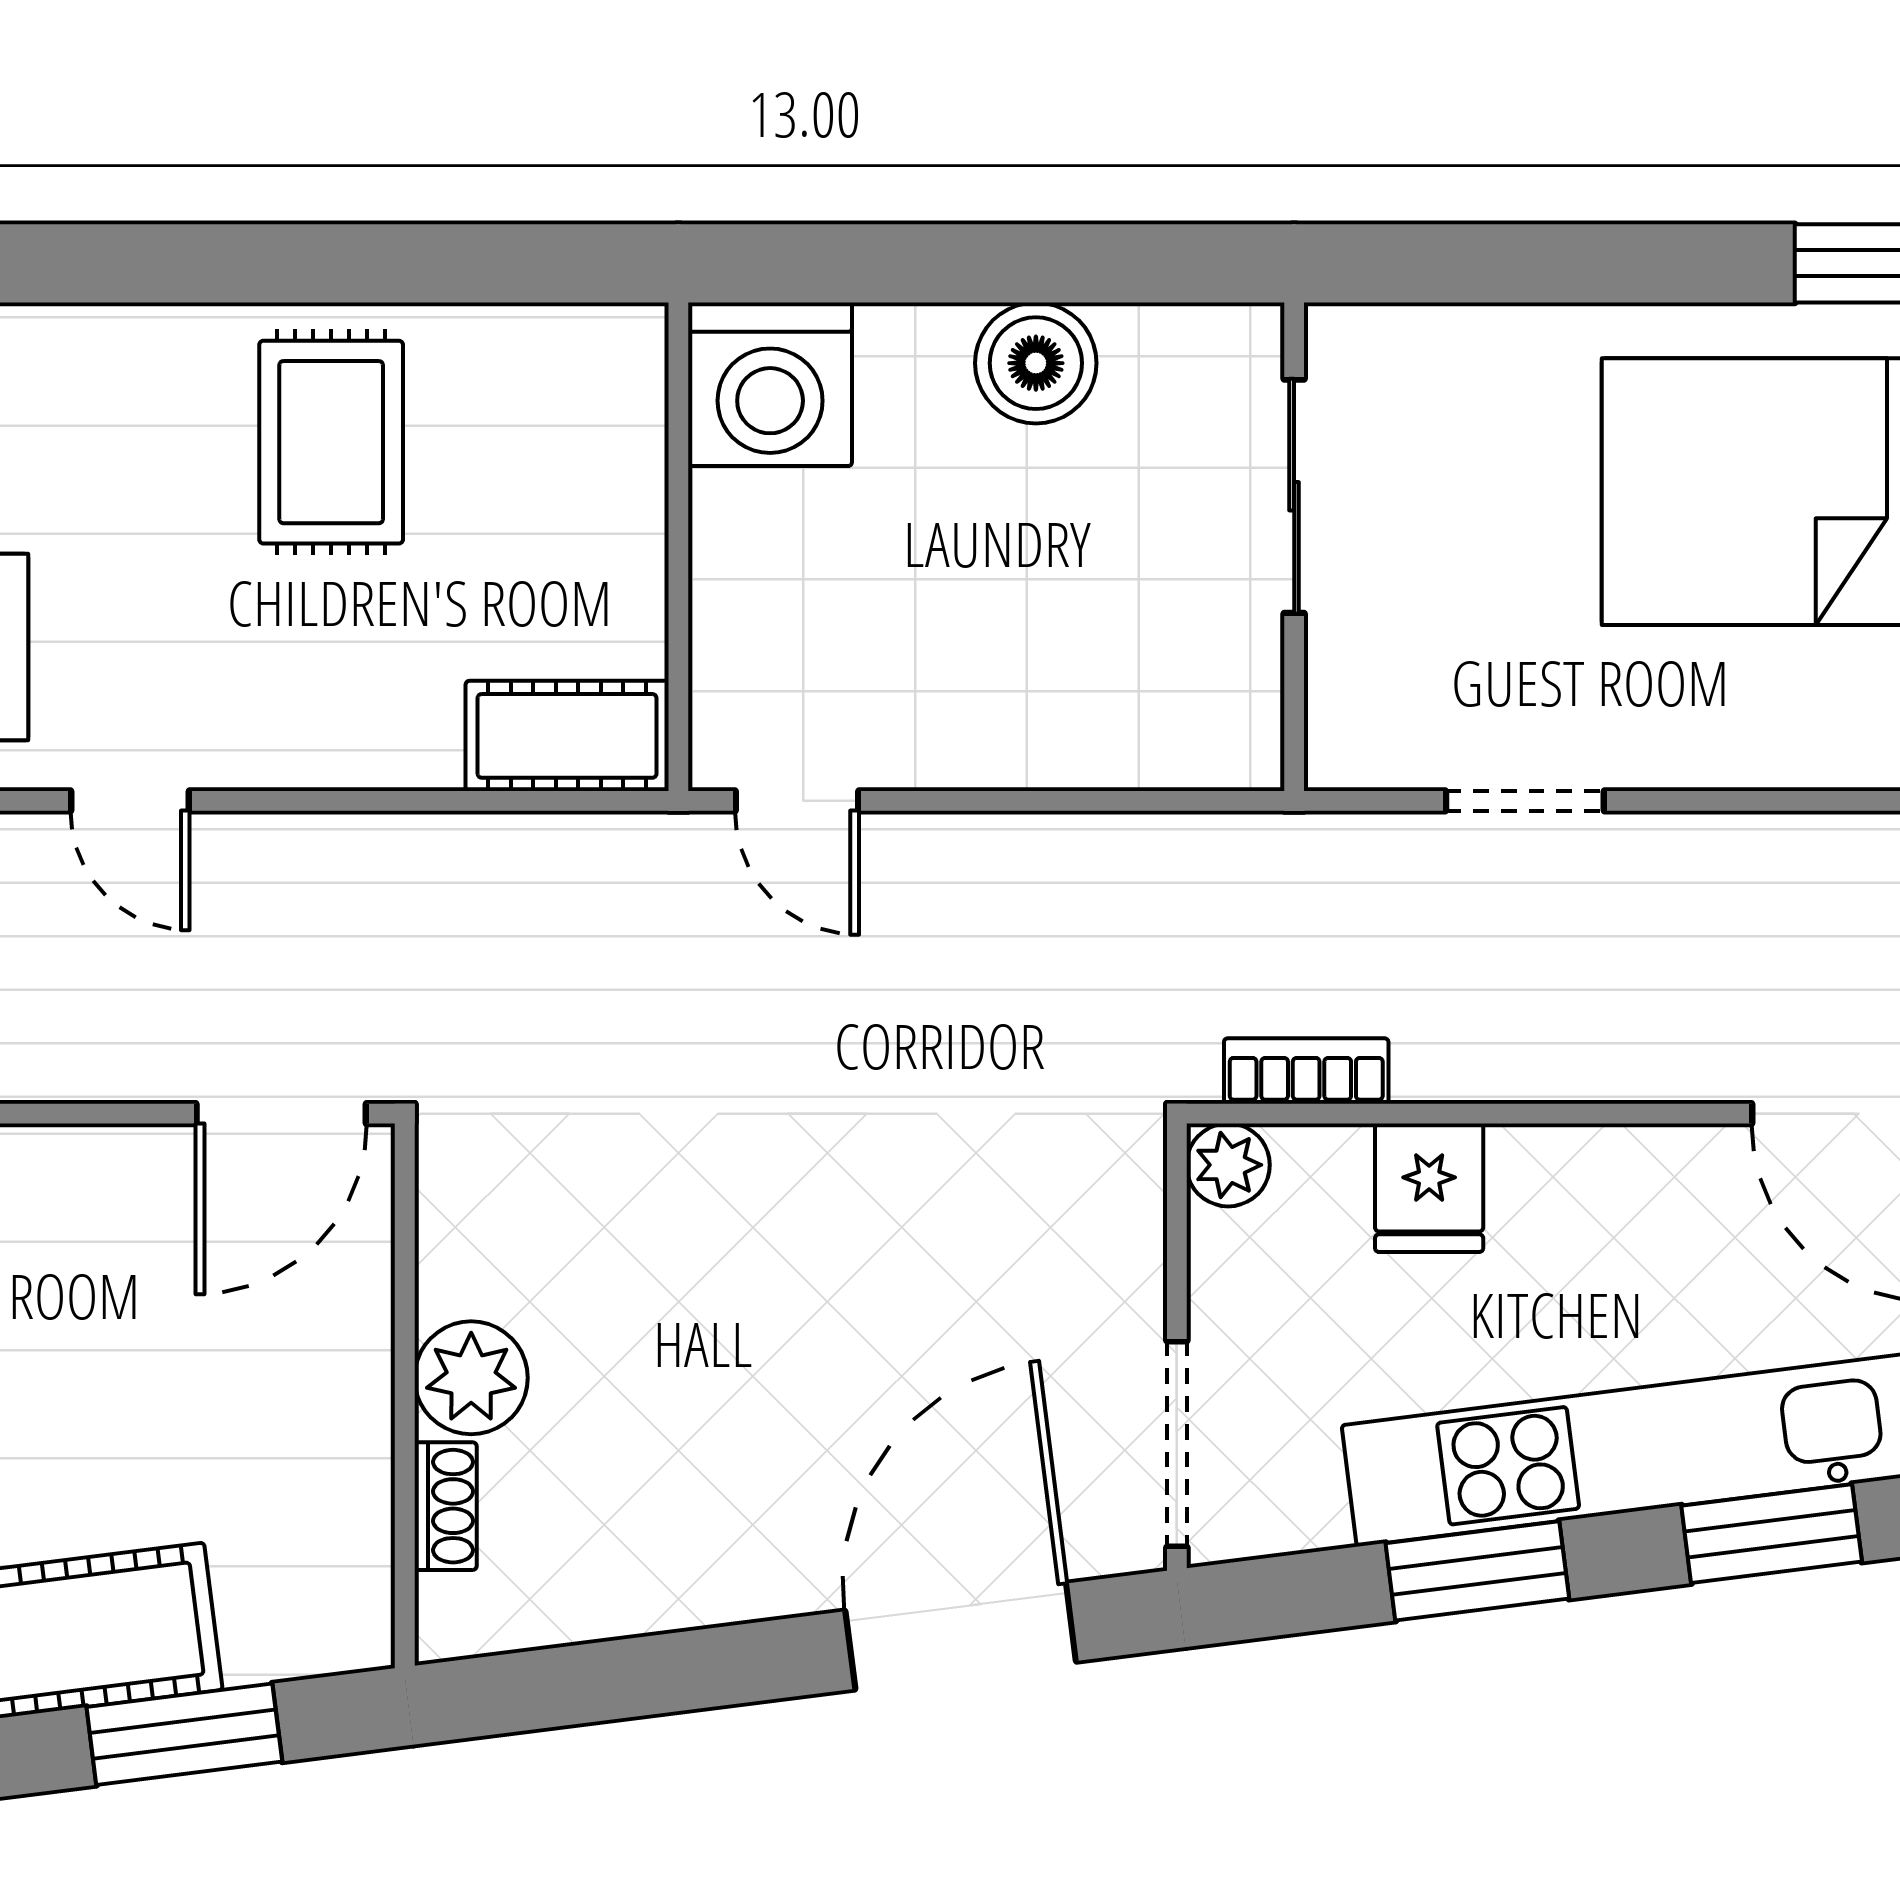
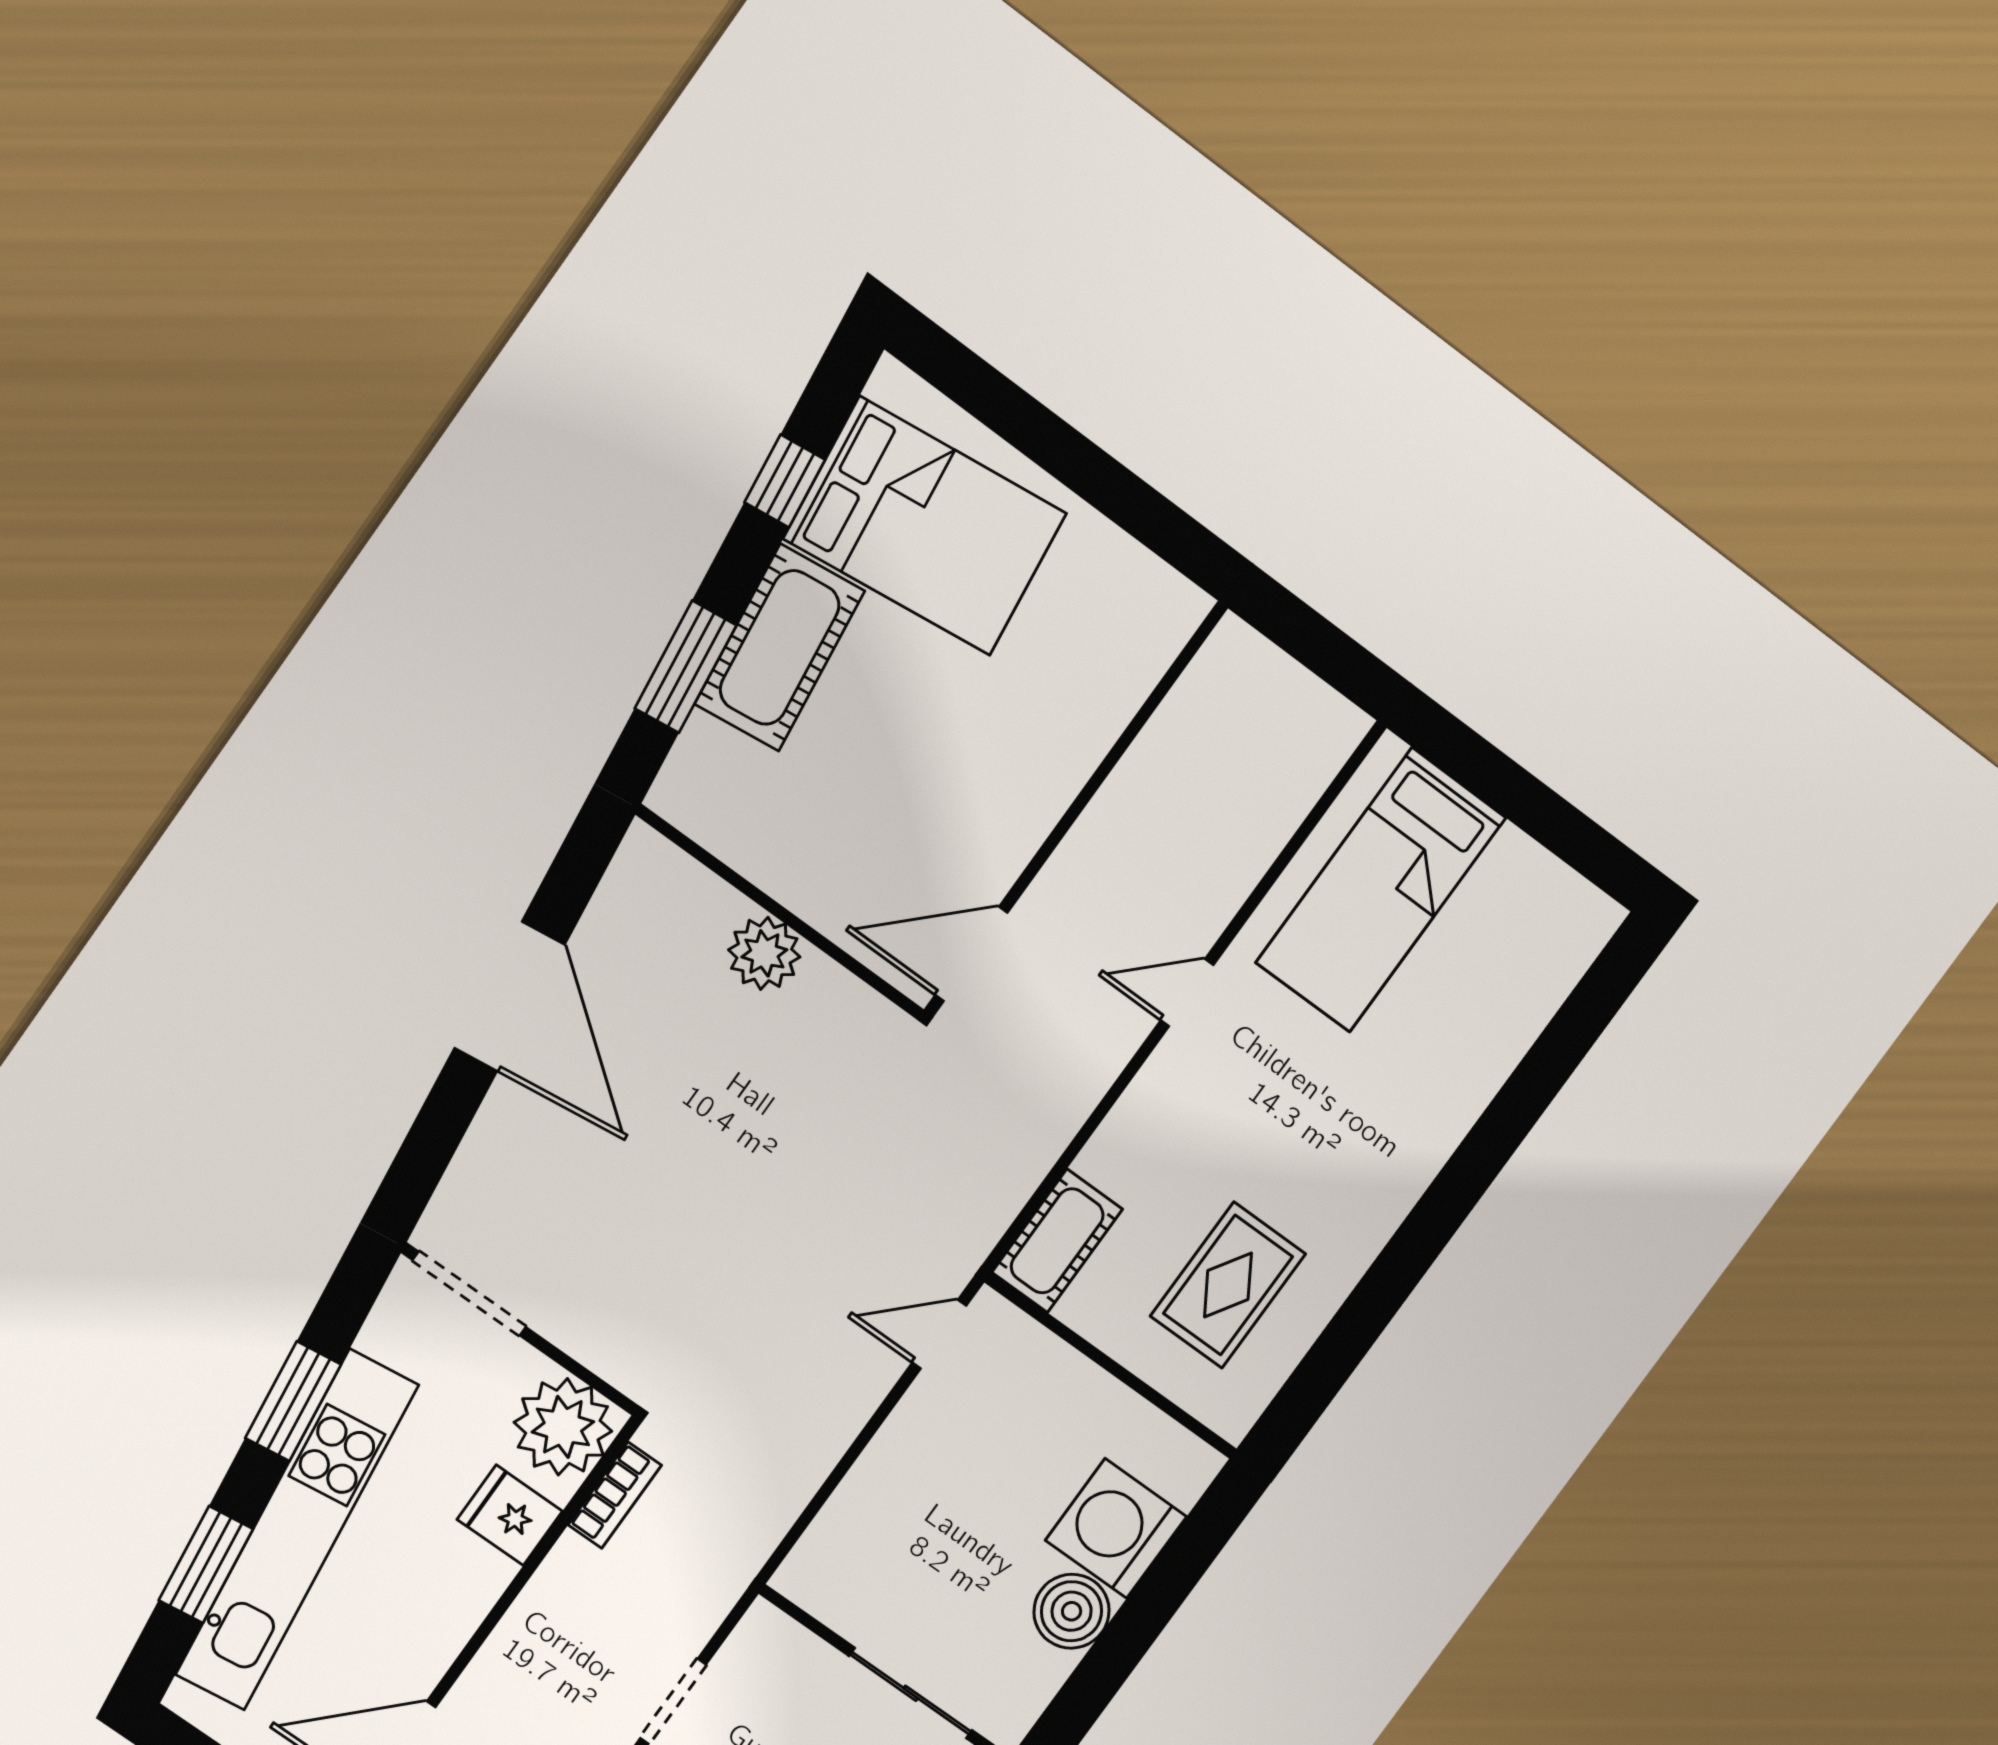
washing machine: (770, 384) -> (1116, 1528), moved
rug: (331, 442) -> (1228, 1285), moved, turned 90
door: (281, 1114) -> (971, 954), hinge flipped
plant: (1228, 1165) -> (563, 1427), width x1.88, depth x1.88
shoe rack: (446, 1506) -> (707, 892), removed
door: (961, 1636) -> (510, 996), moved

